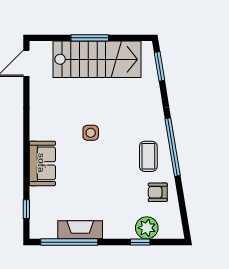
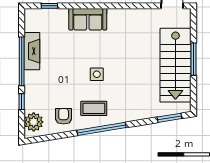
side table: (91, 133) -> (97, 74), moved
plant: (147, 228) -> (34, 122), moved
window: (69, 242) -> (22, 61), moved

